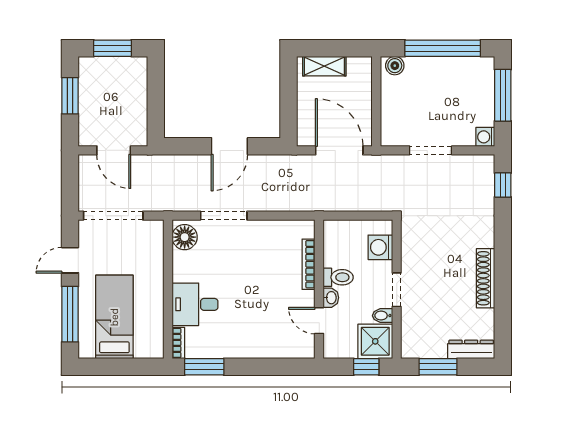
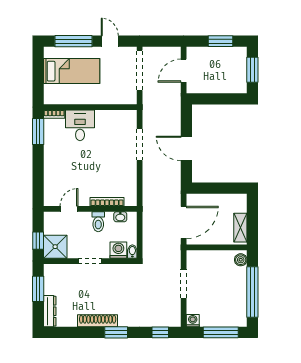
shelving: (324, 66) -> (240, 228), moved
floor lamp: (185, 237) -> (125, 118), removed
window: (503, 251) -> (116, 332), added
washbasin: (331, 298) -> (120, 217), moved
bidet: (382, 316) -> (132, 251), moved

